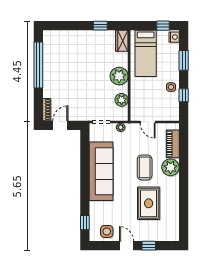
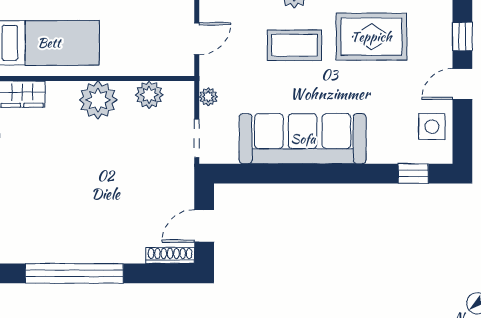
door: (60, 125) -> (204, 226), hinge flipped

